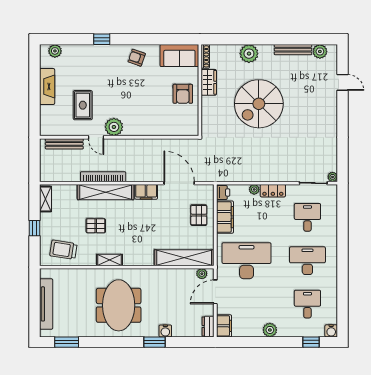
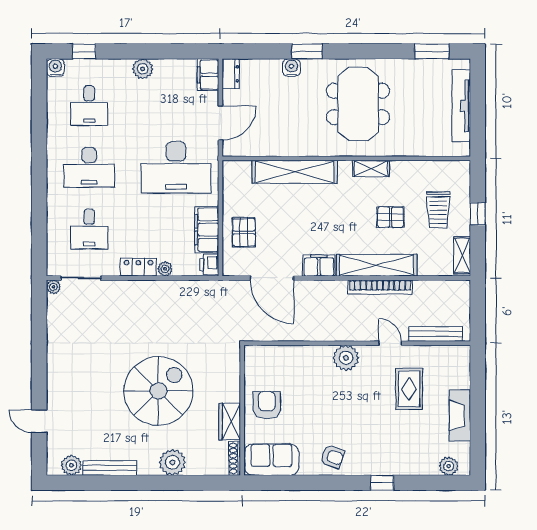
plant: (114, 127) -> (346, 358), moved
trolley: (63, 250) -> (438, 210), moved, turned 81
shelving: (184, 258) -> (295, 172), moved
plant: (202, 274) -> (239, 149), removed

